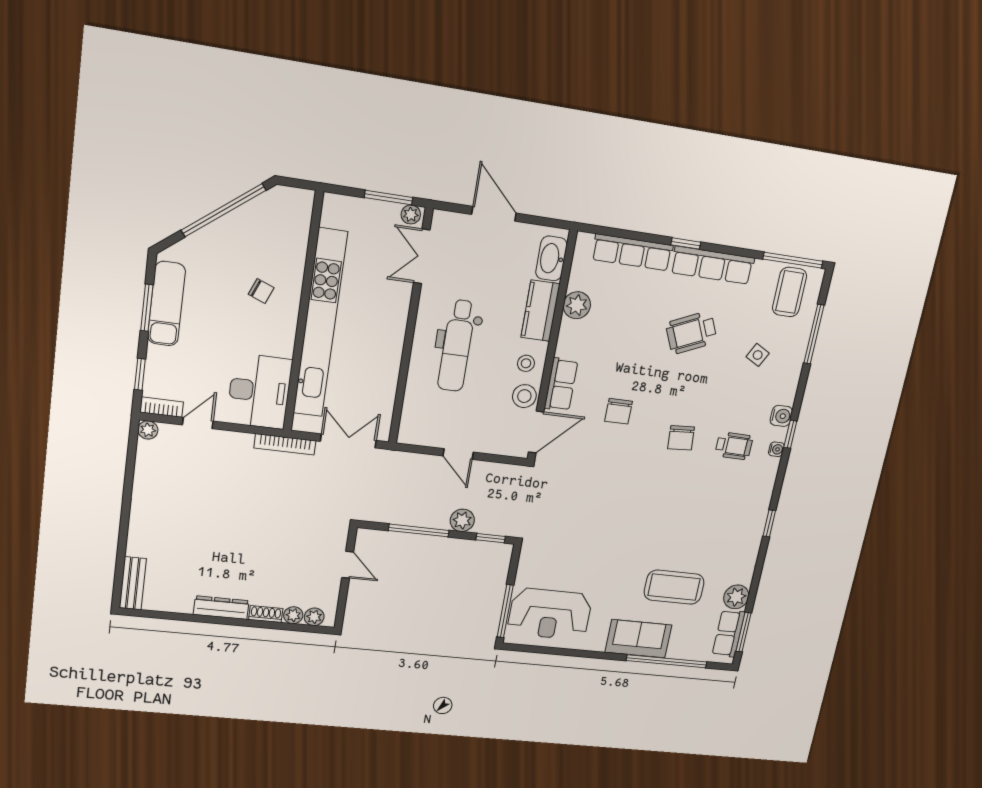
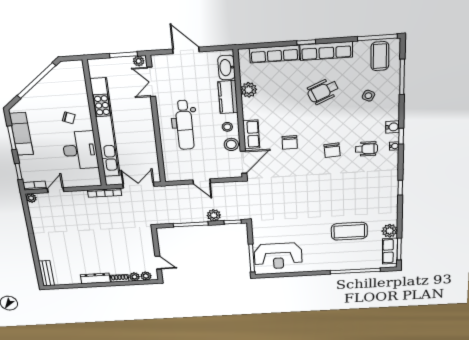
desk: (259, 391) -> (80, 150), moved
door: (348, 565) -> (158, 263), moved
sofa: (638, 639) -> (335, 262), removed

